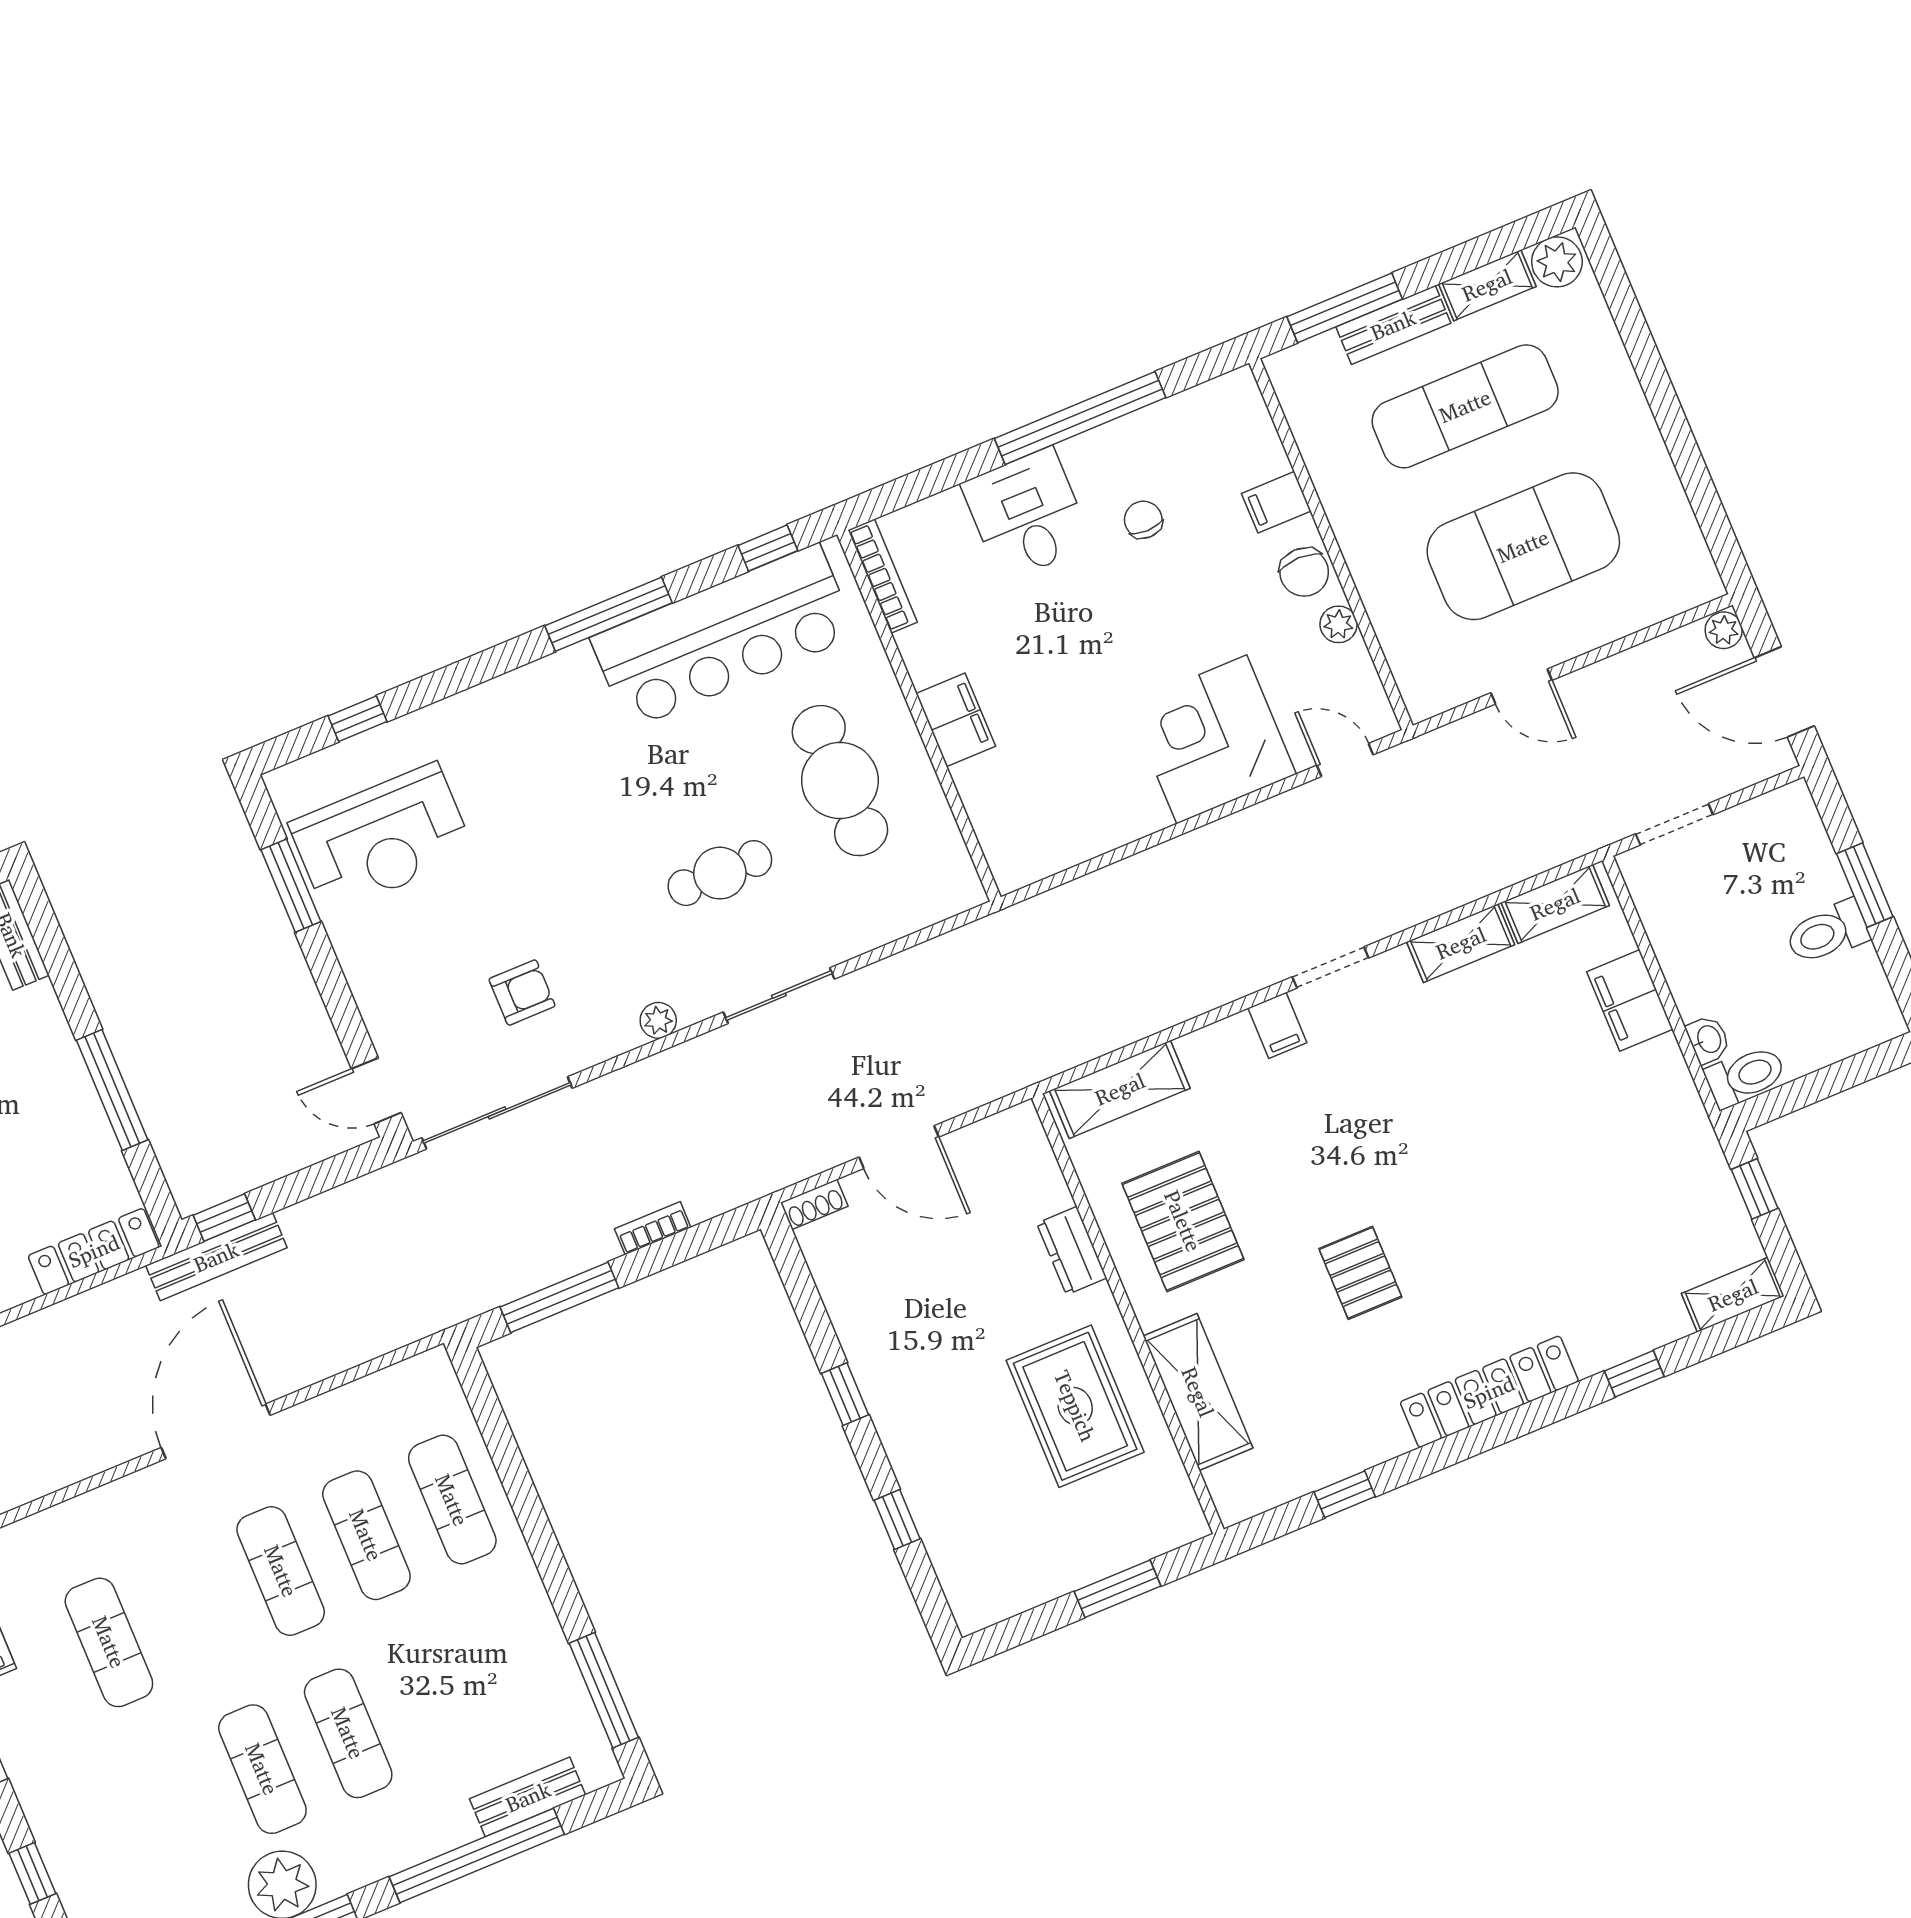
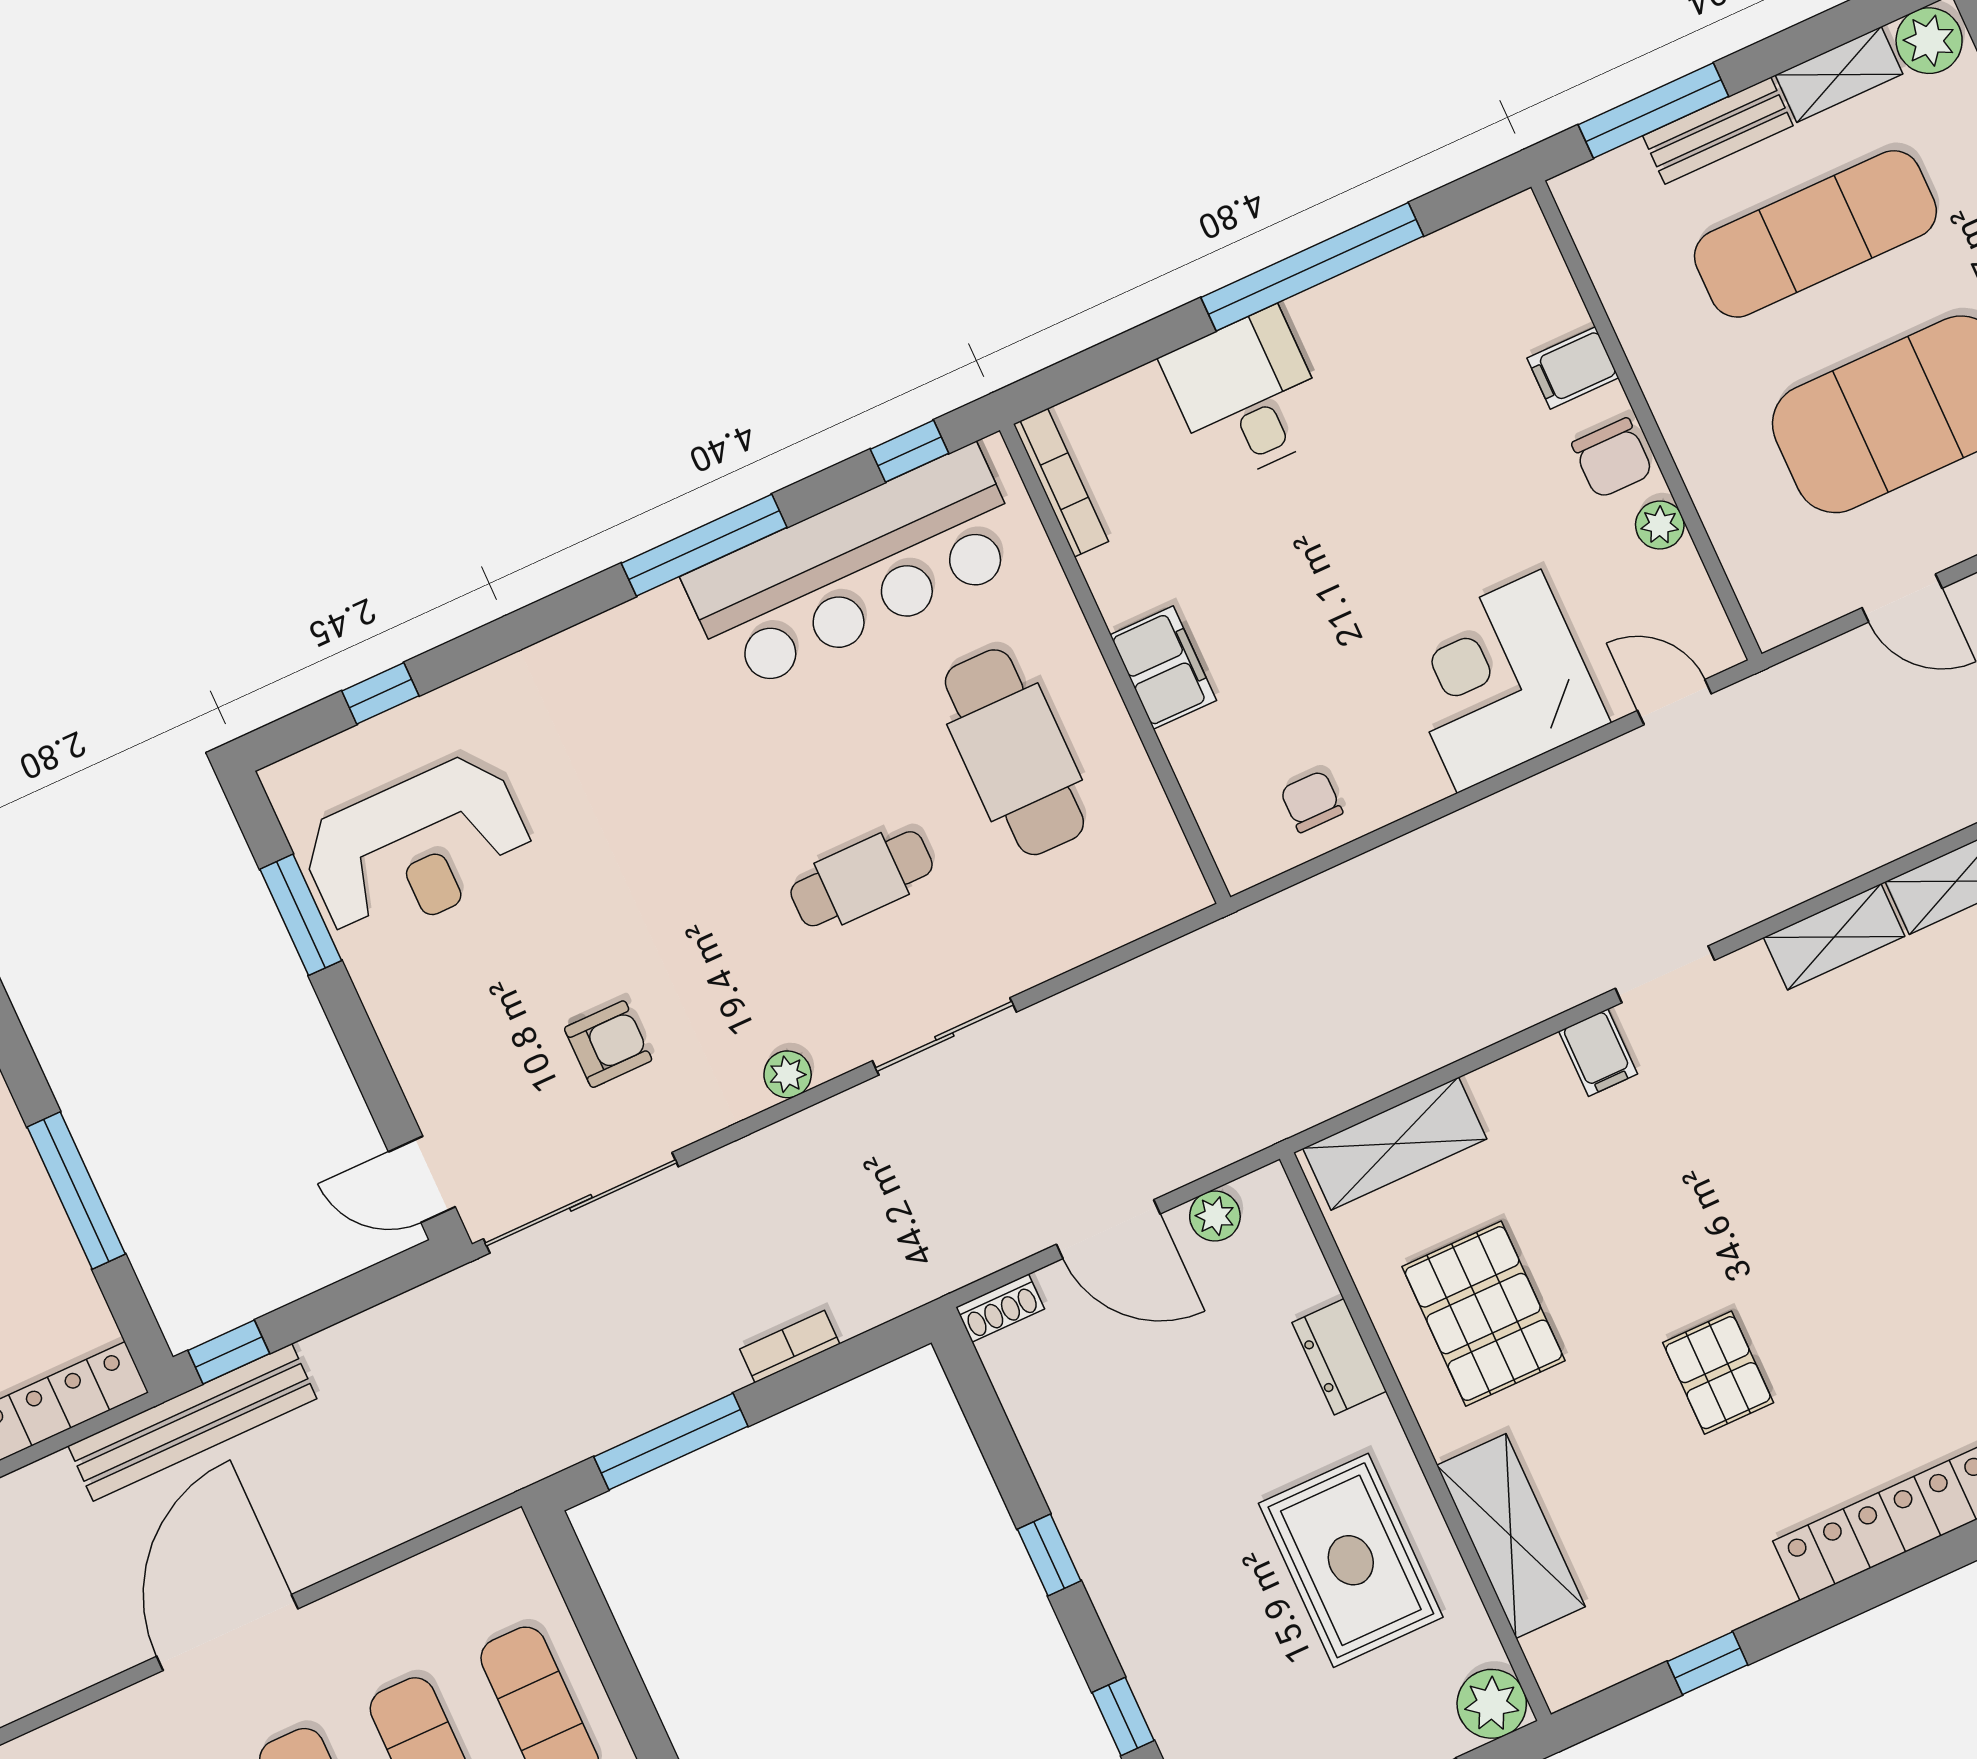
chair: (1143, 520) -> (1311, 801), moved
plant: (981, 1140) -> (1215, 1216), added
bench: (216, 1257) -> (192, 1422), width x1.37, depth x1.21
plant: (1179, 1520) -> (1492, 1704), added

